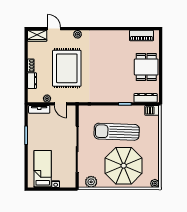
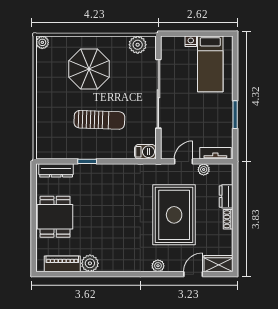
door: (54, 29) -> (193, 274), swing flipped
plant: (123, 36) -> (90, 263), added
door: (60, 104) -> (183, 161), hinge flipped
barbecue: (152, 110) -> (145, 152), moved
sun lounger: (117, 132) -> (99, 120), width x0.73, depth x0.75
parasol: (124, 166) -> (89, 69), width x0.73, depth x0.73

